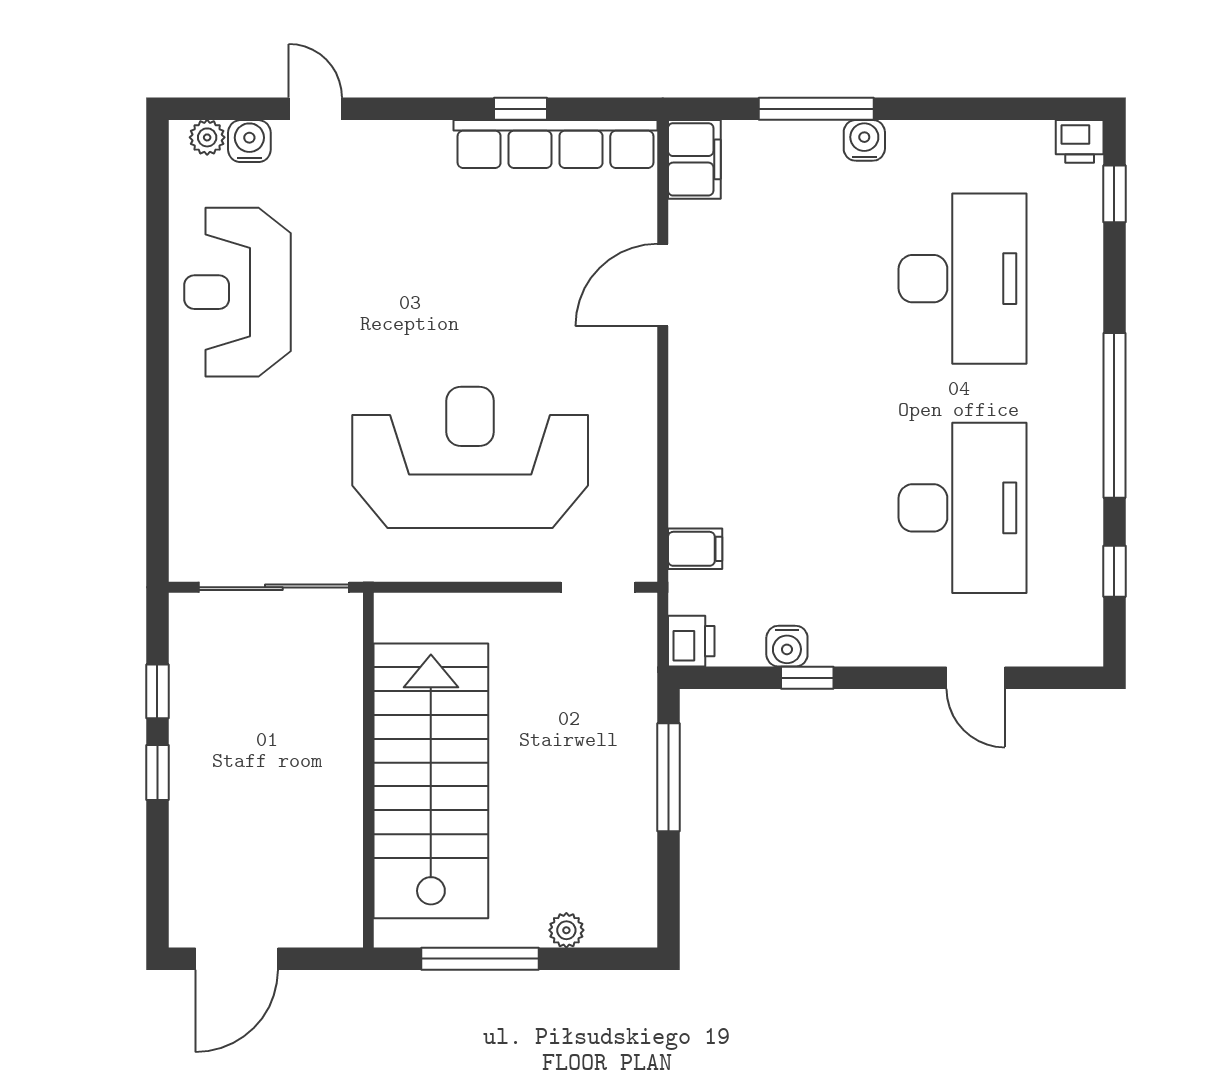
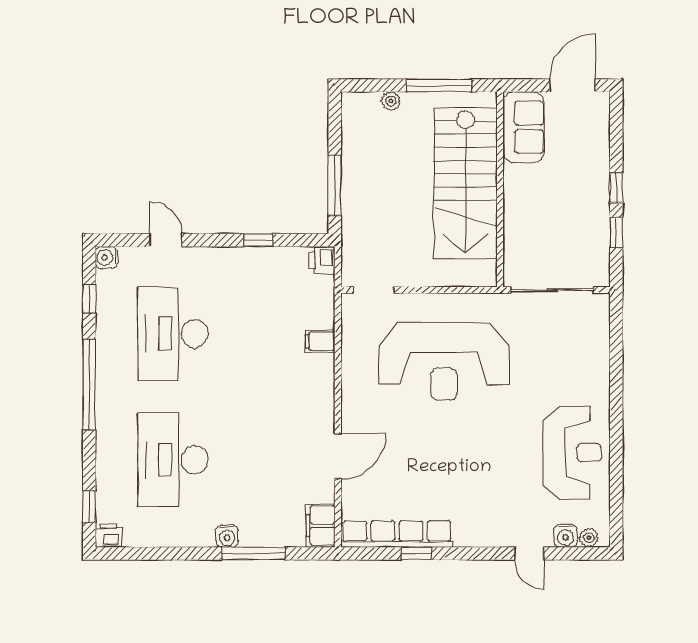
filing cabinet: (695, 549) -> (320, 341), moved
water cooler: (787, 646) -> (107, 258), moved, turned -90
sofa: (326, 883) -> (524, 127), added

